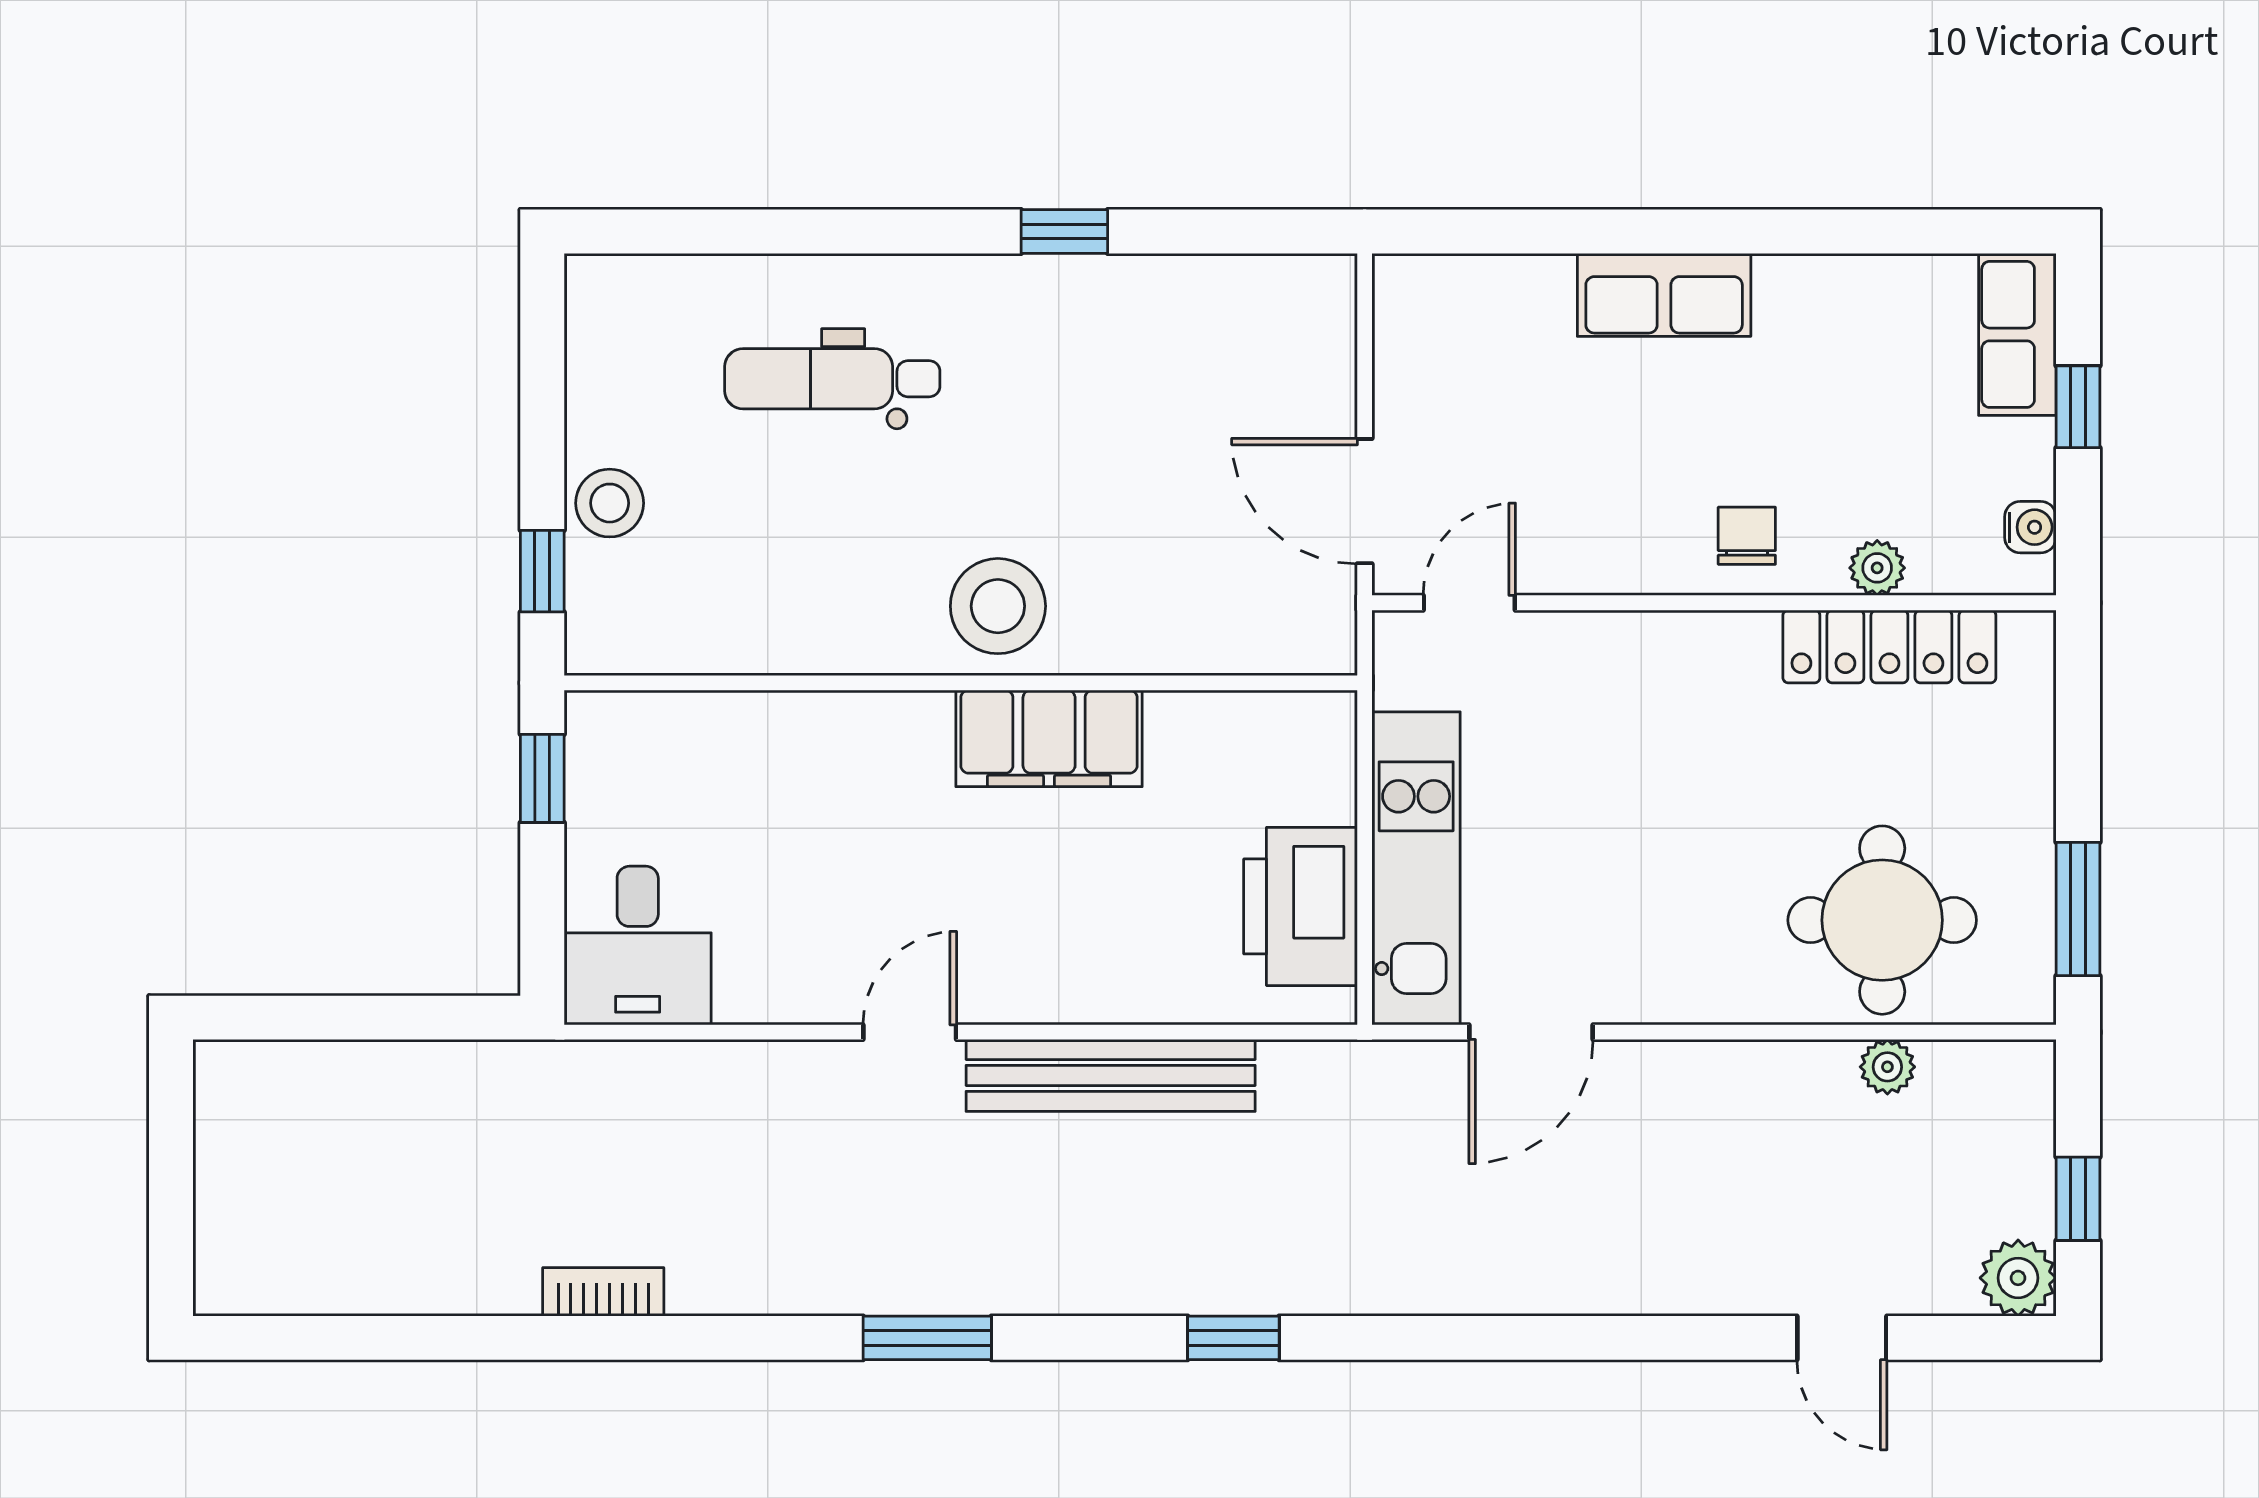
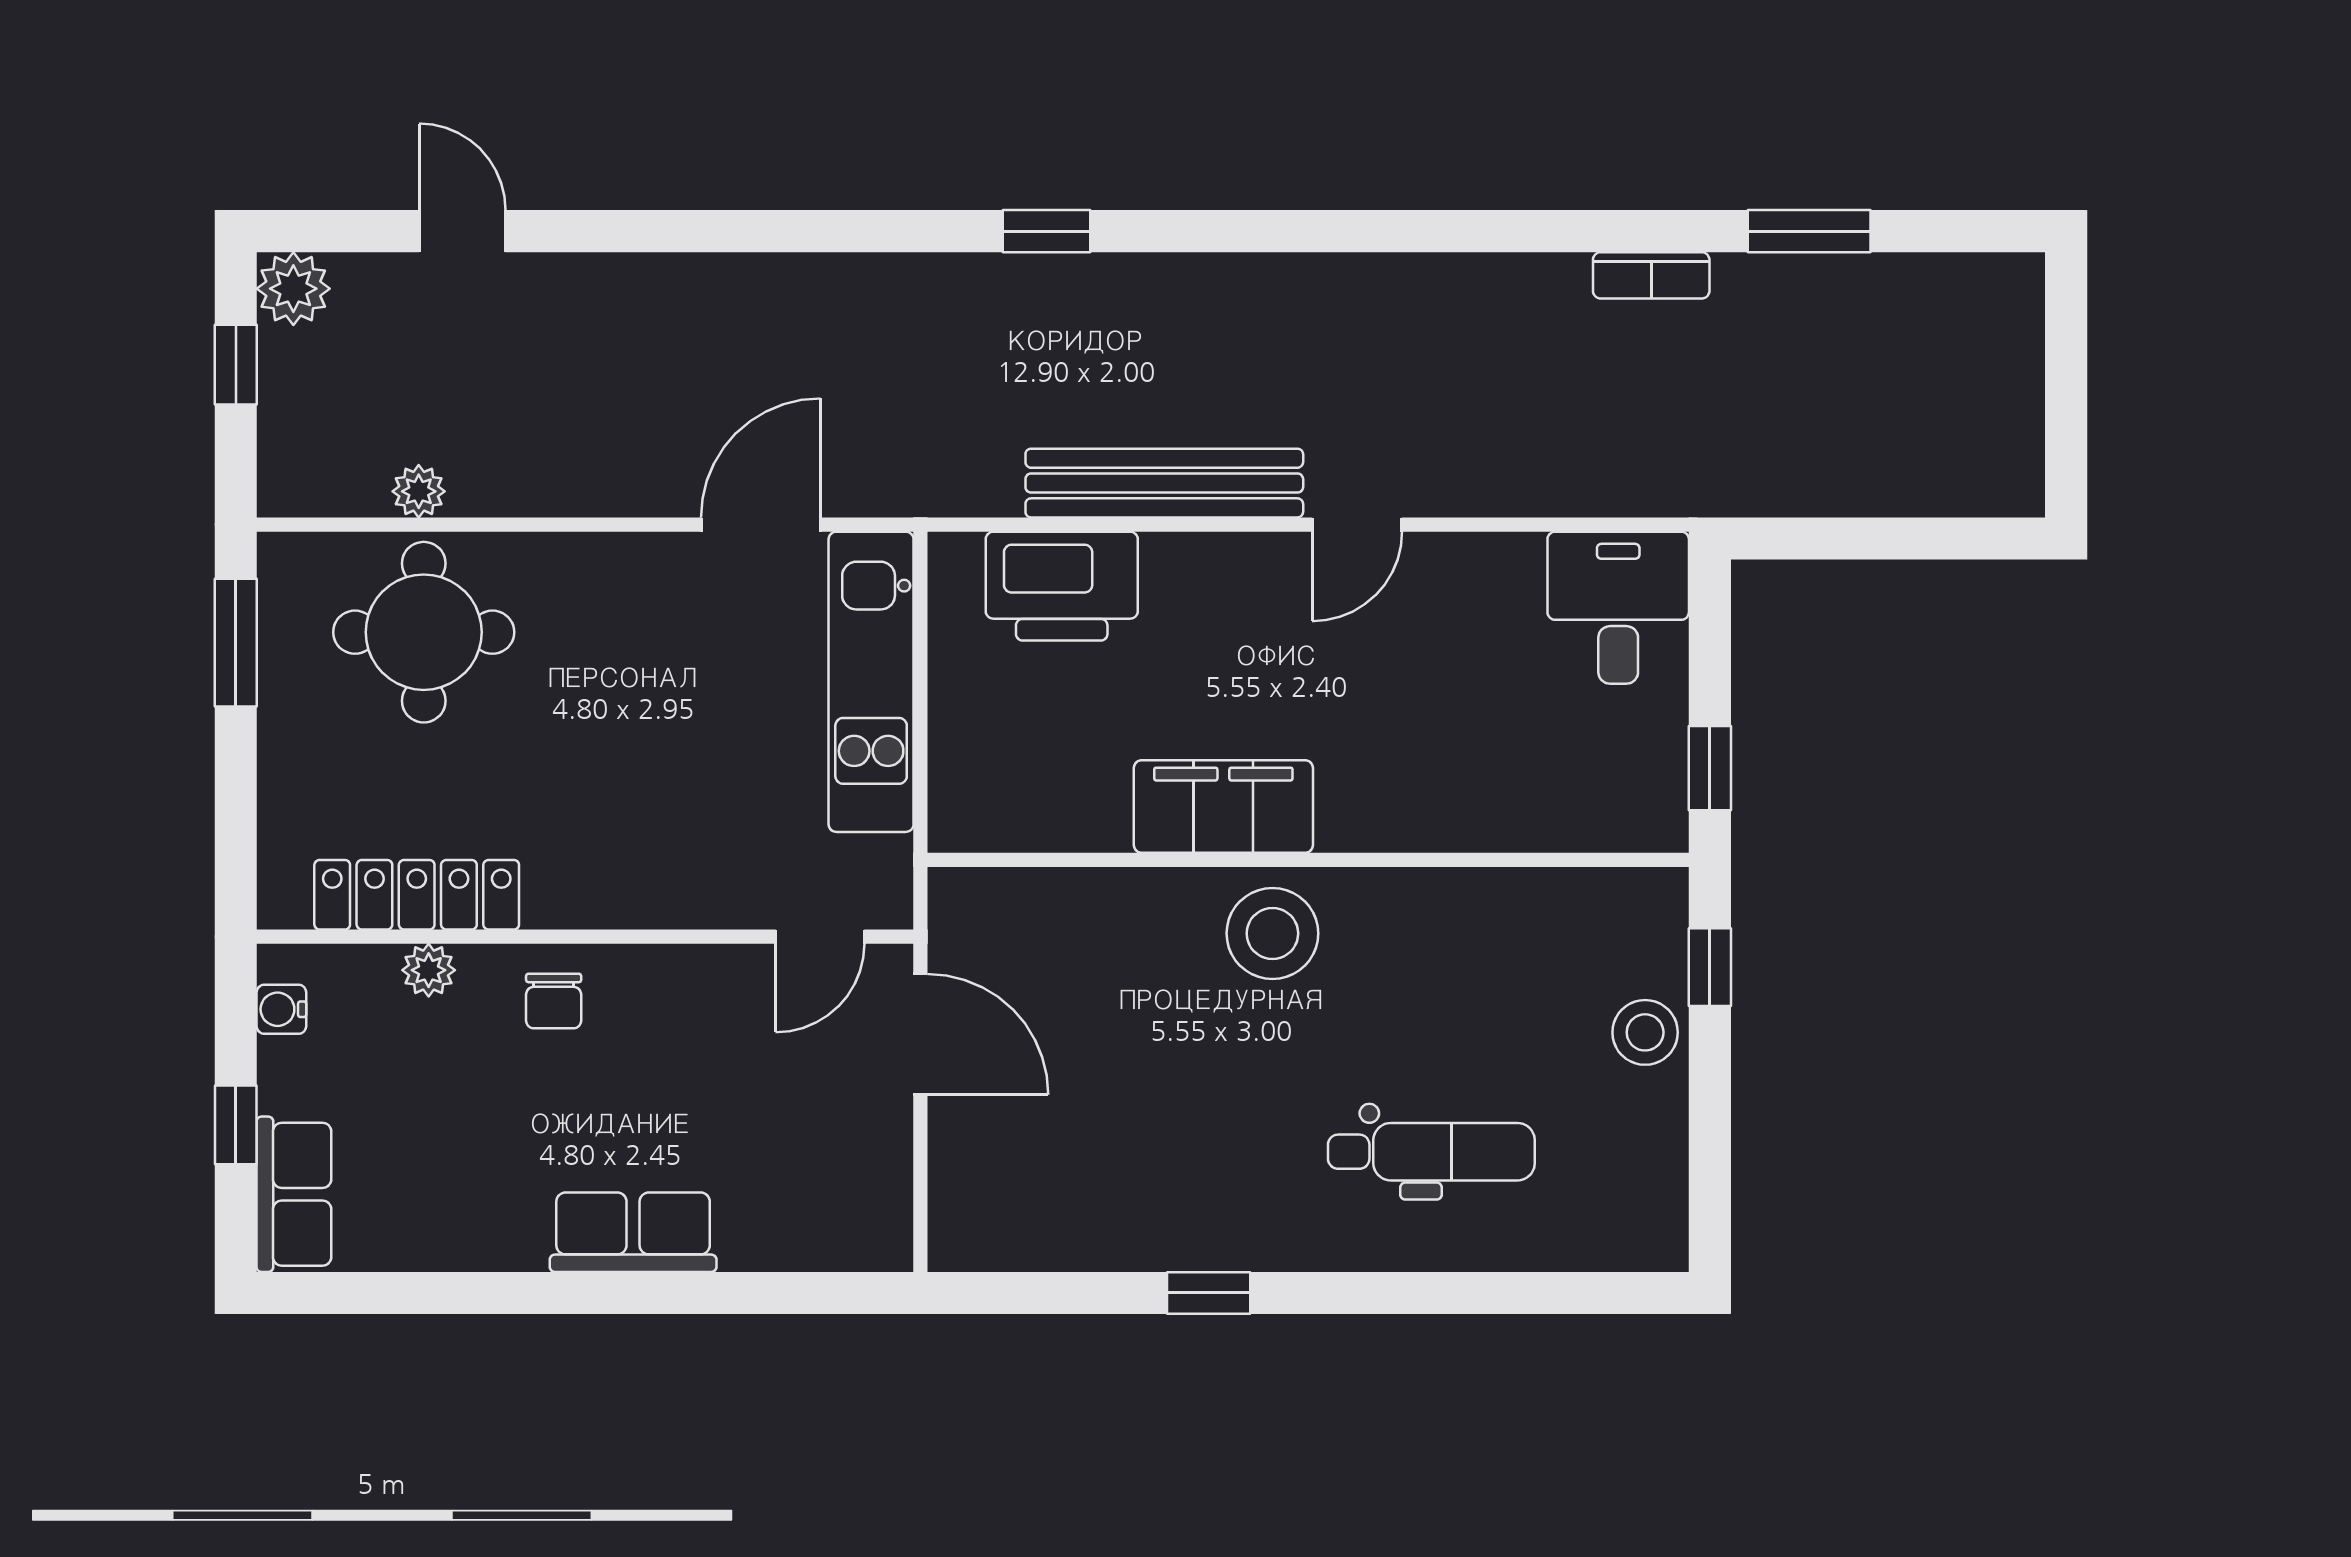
printer: (1301, 906) -> (1062, 586), moved, turned 90
window: (927, 1338) -> (1809, 231), moved

